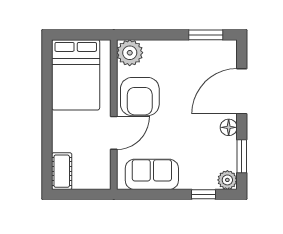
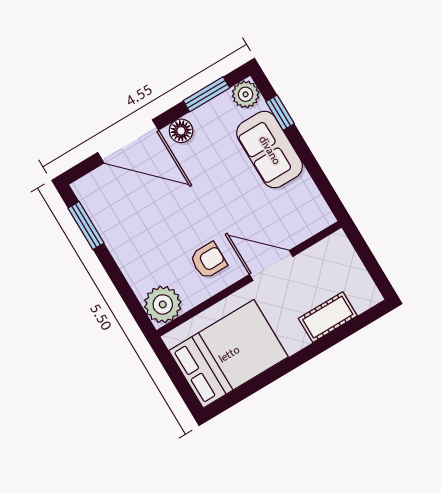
armchair: (140, 97) -> (208, 261), width x0.53, depth x0.53
cot: (62, 171) -> (328, 317), moved
sofa: (152, 174) -> (270, 150), moved

